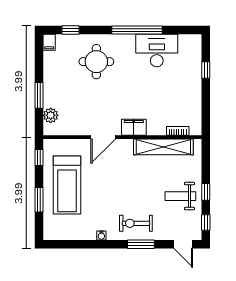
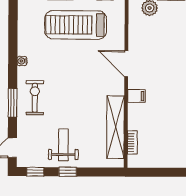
filing cabinet: (134, 127) -> (136, 96), width x0.50

